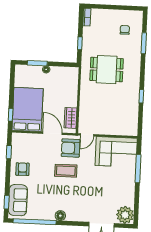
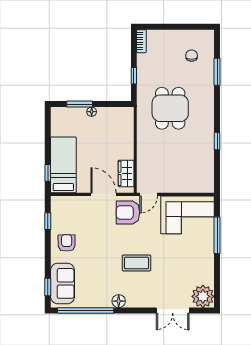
dining table: (107, 70) -> (170, 108), turned 90
bed: (28, 109) -> (63, 165), width x0.67
coffee table: (66, 171) -> (136, 263), moved

